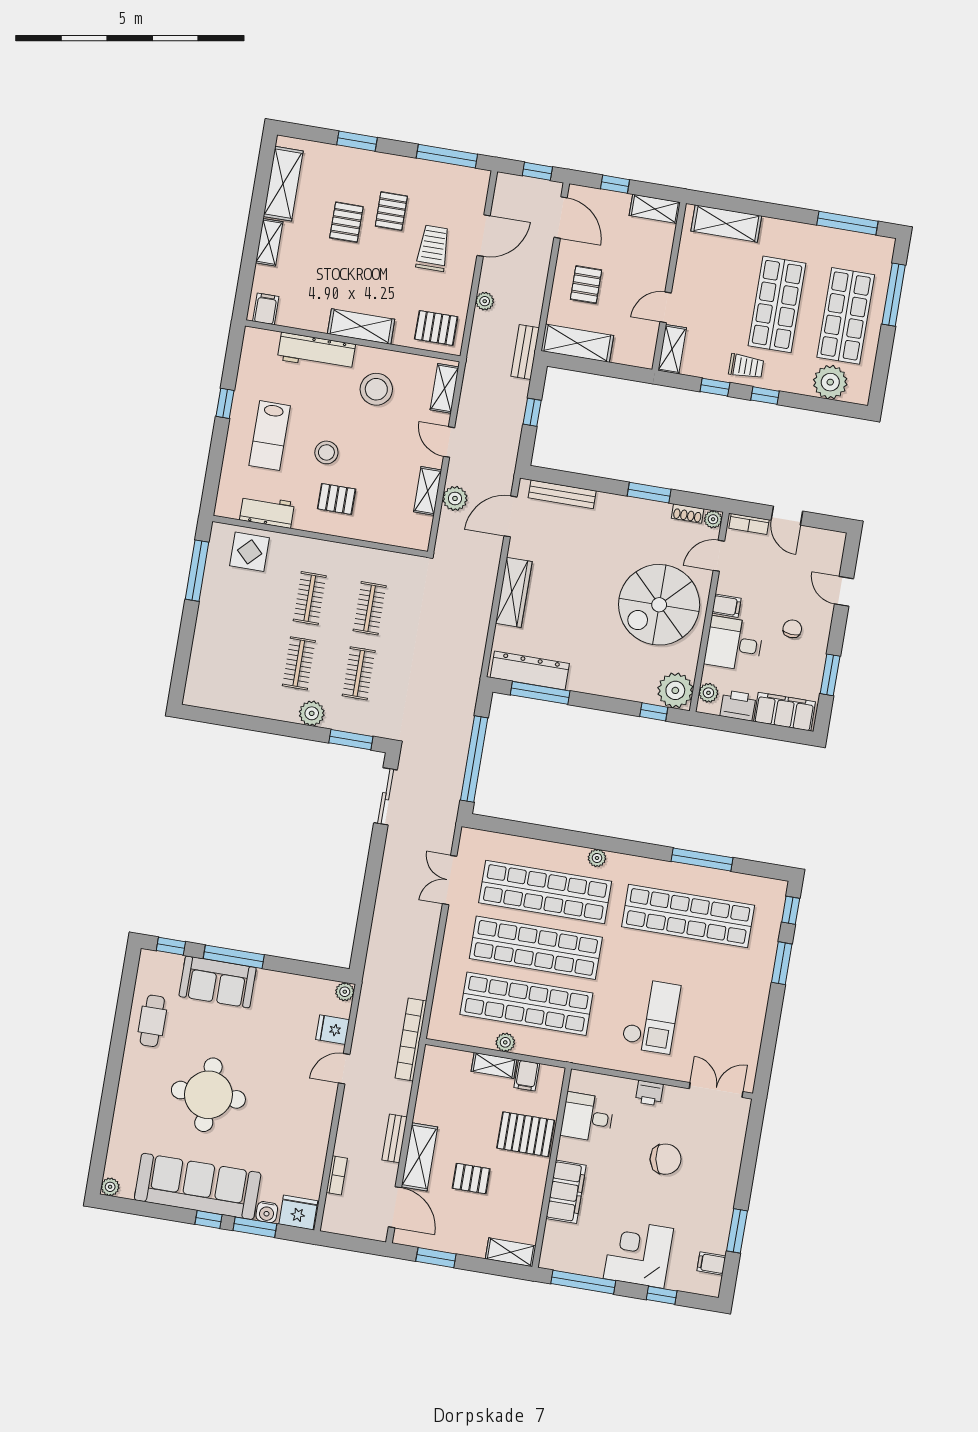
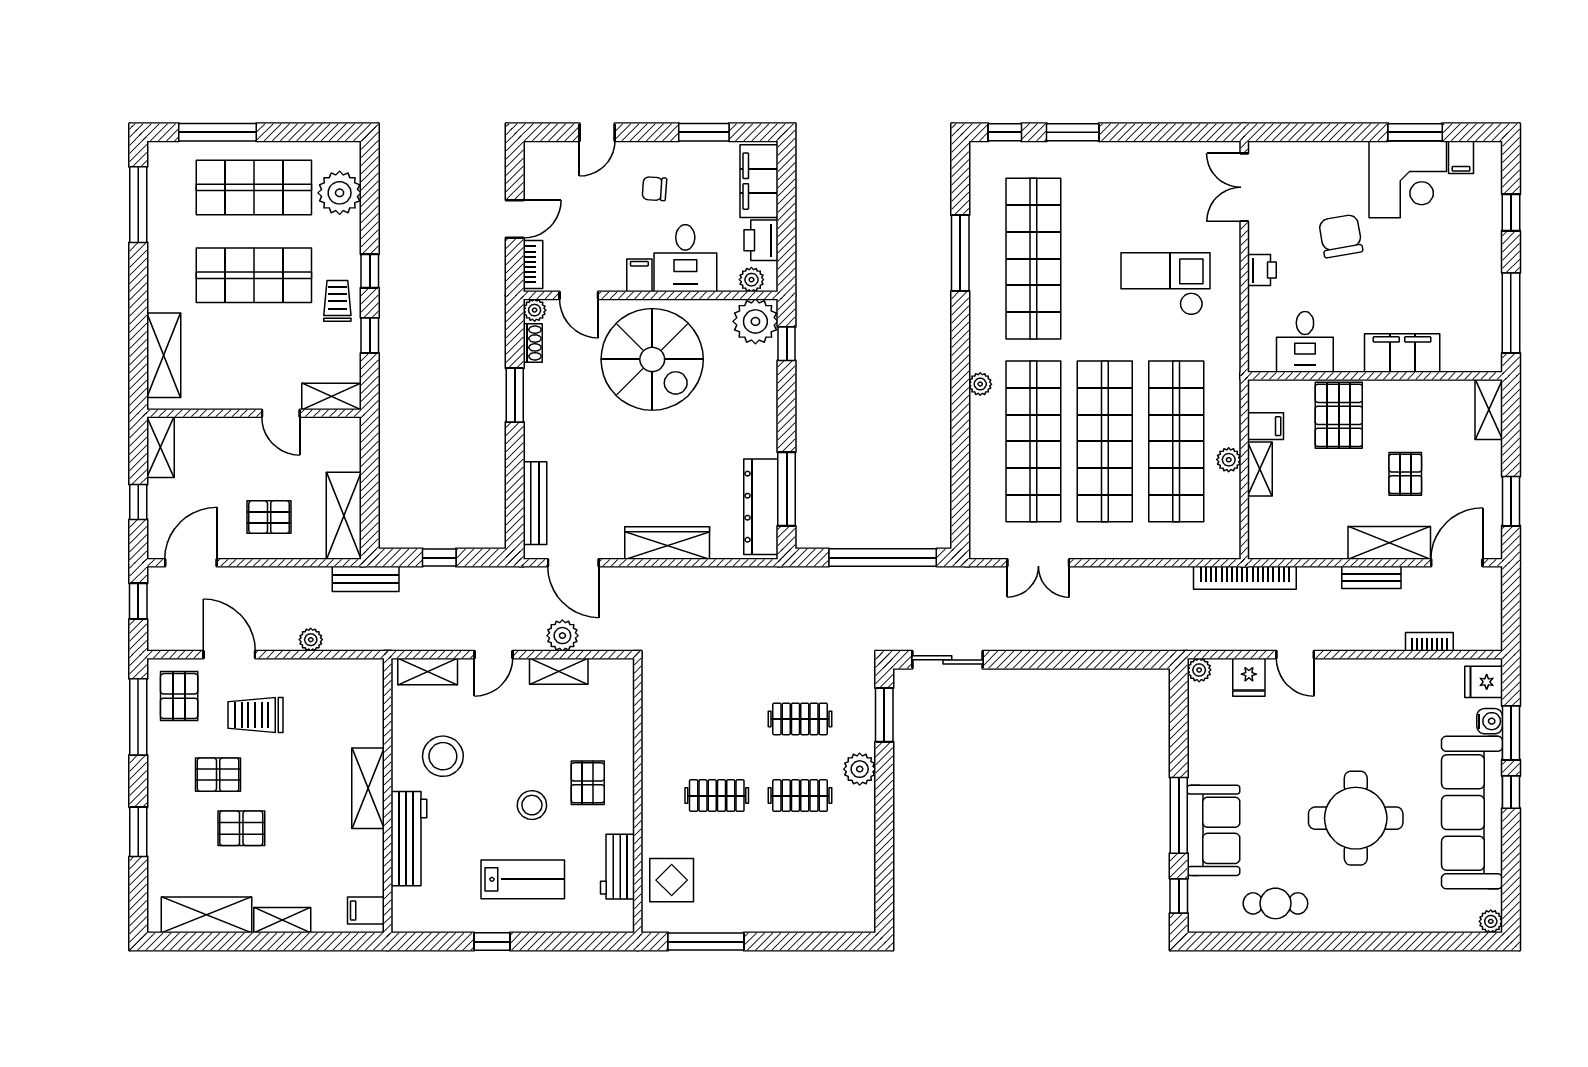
pallet: (436, 328) -> (179, 696), moved
clothes rail: (370, 608) -> (717, 719), removed
fridge: (298, 1212) -> (1484, 682), width x0.72
corner desk: (638, 1254) -> (1408, 179), moved, turned -90

